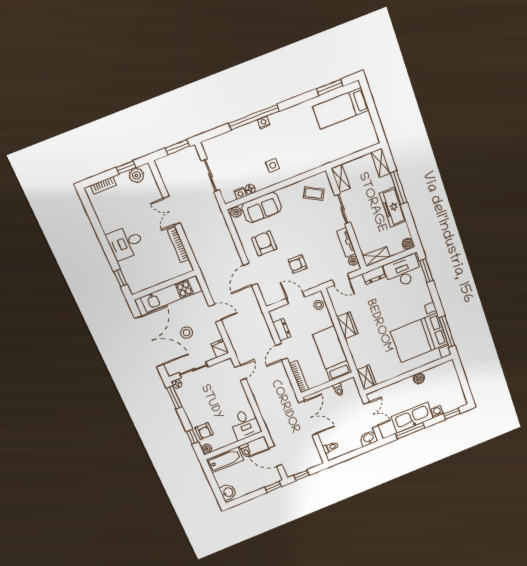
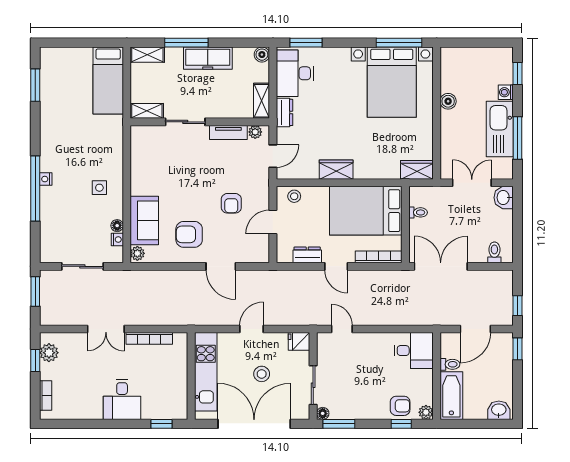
bed: (341, 108) -> (108, 81), moved
coffee table: (314, 194) -> (152, 151), removed
bed: (332, 354) -> (366, 211), width x1.50

